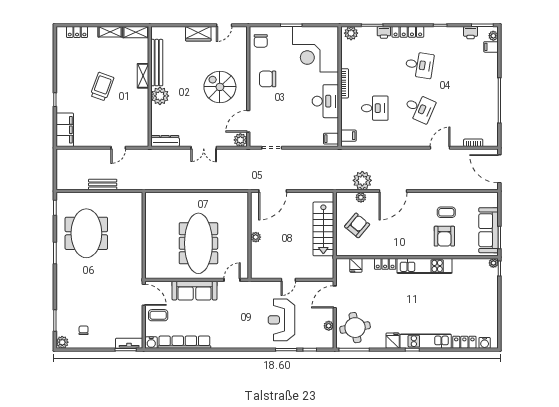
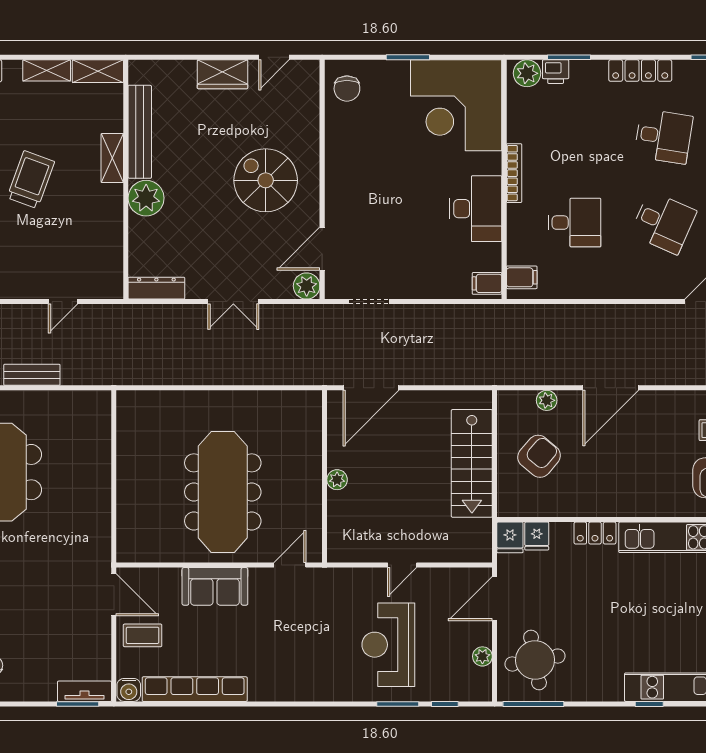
printer: (384, 32) -> (556, 72), moved
chair: (268, 79) -> (361, 164), removed
plant: (362, 180) -> (549, 367), removed
sofa: (194, 291) -> (215, 586), width x0.73
fridge: (393, 341) -> (510, 537), moved, turned 180

